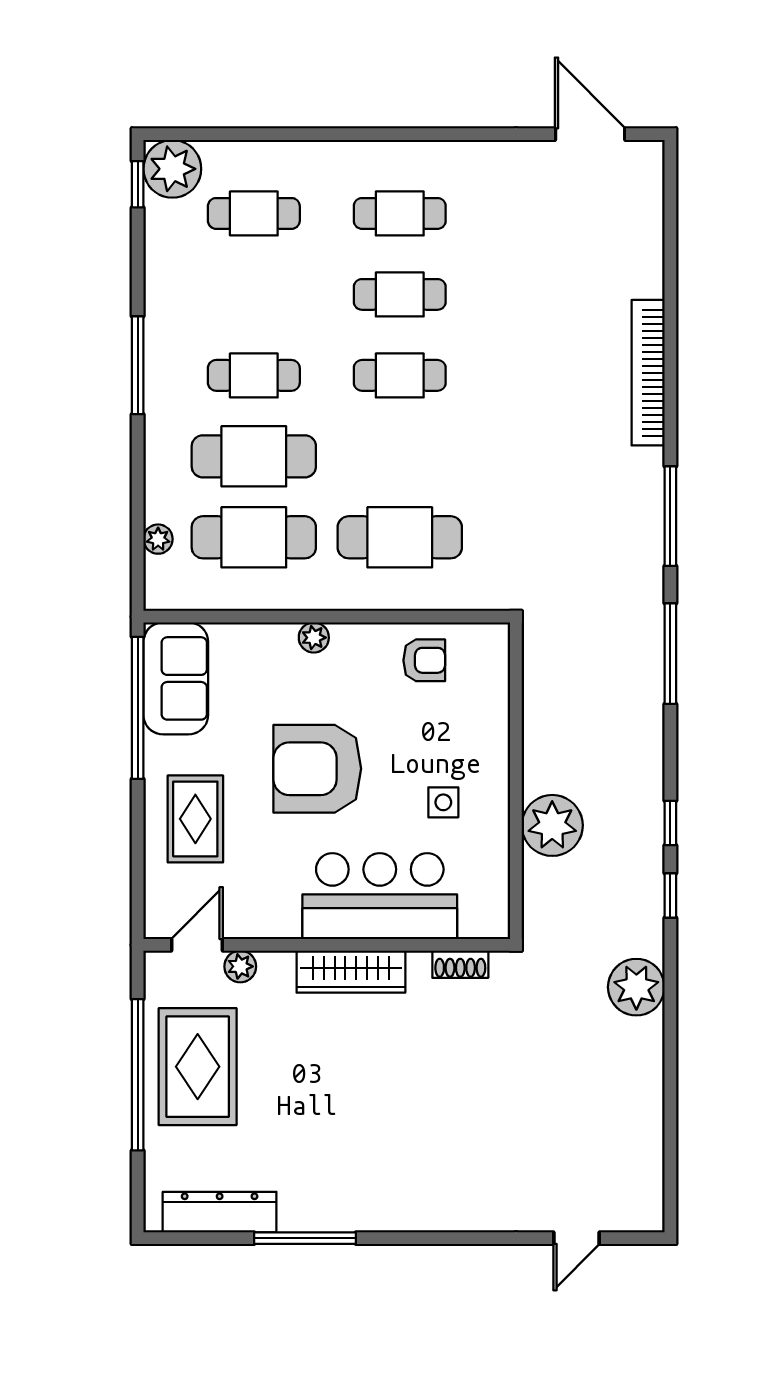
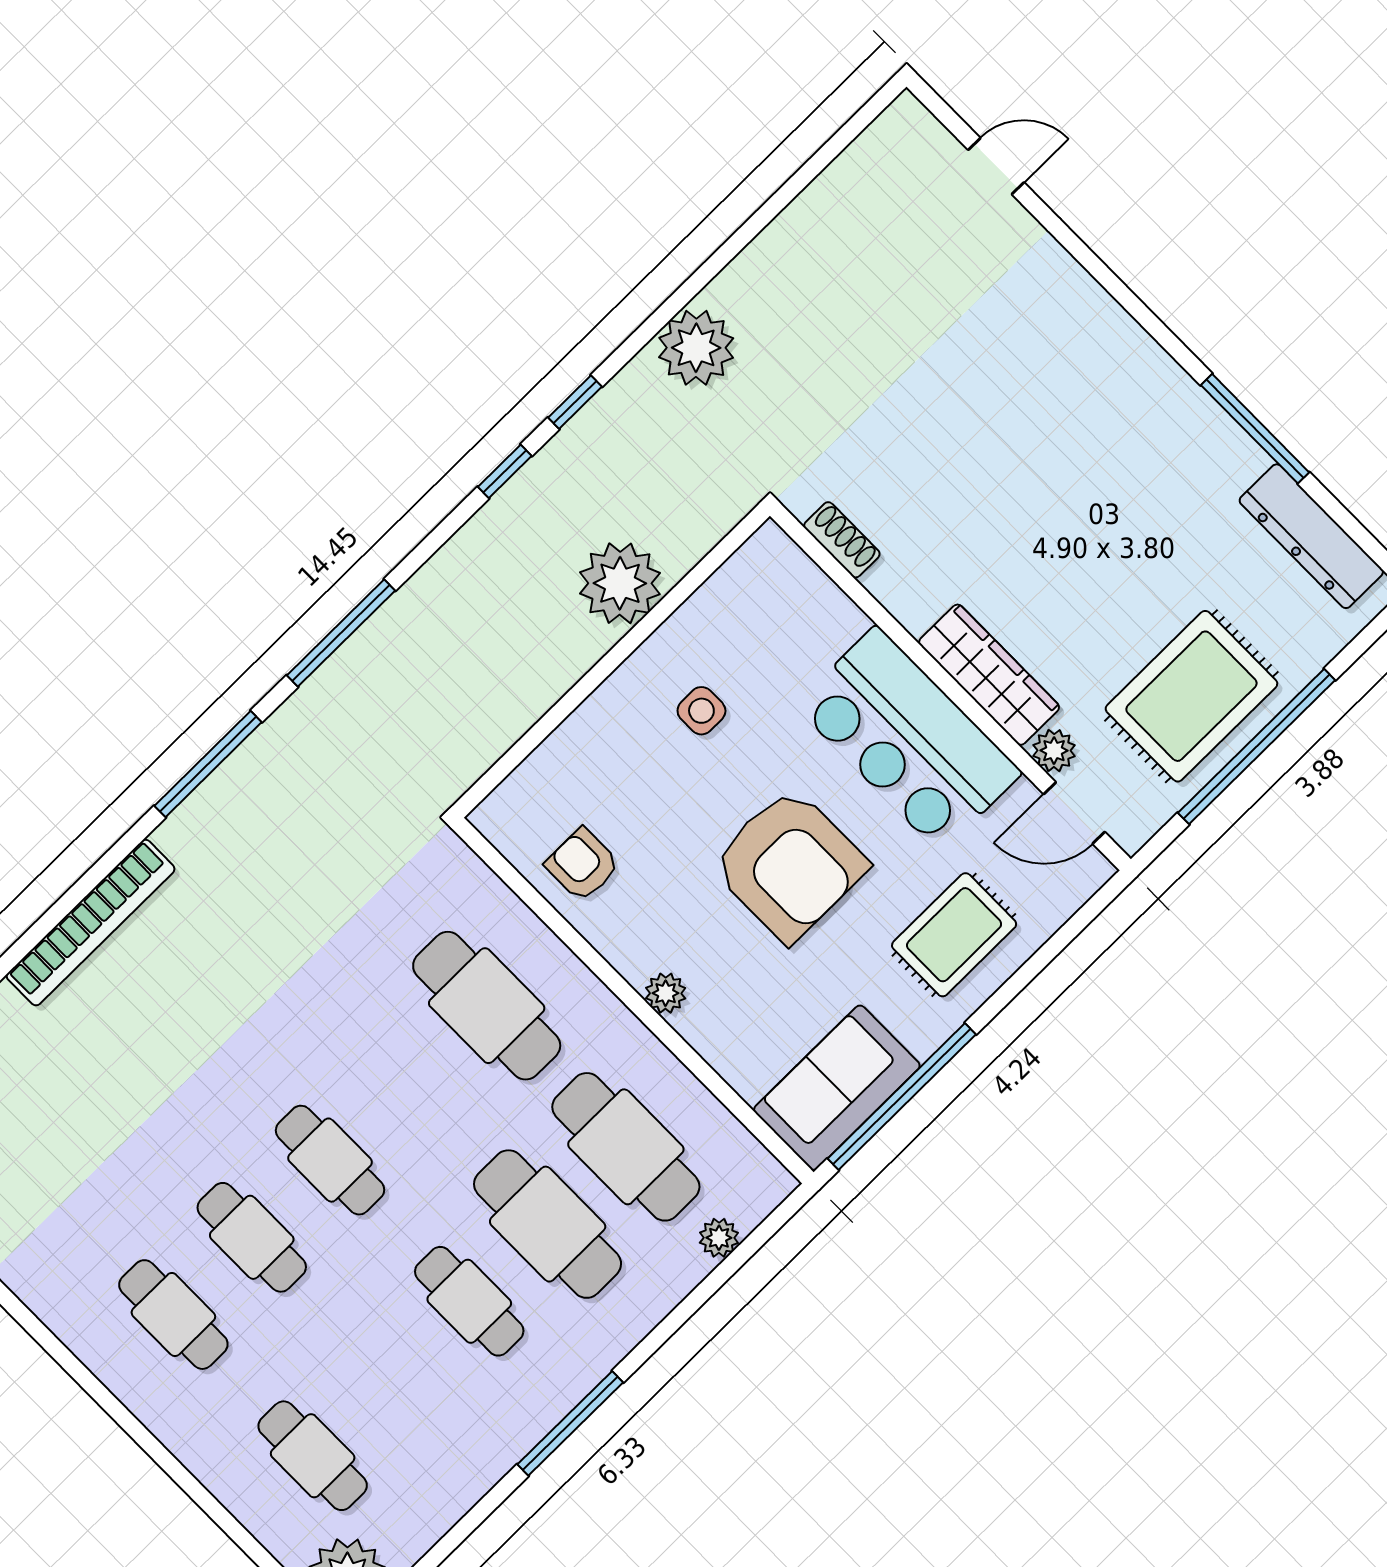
bar counter: (380, 896) -> (908, 739), moved
wardrobe: (351, 972) -> (989, 675), moved

